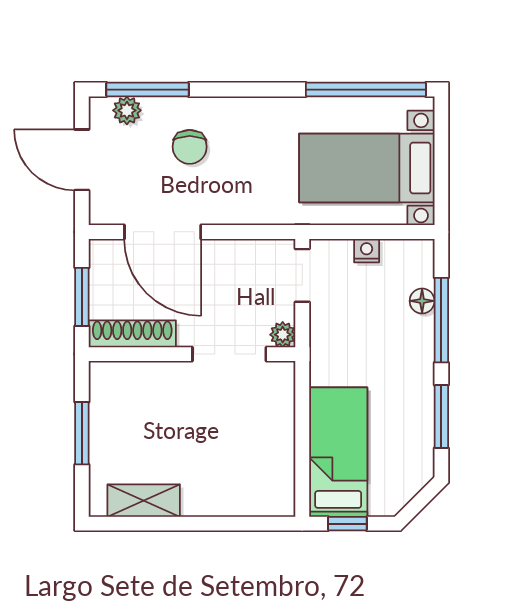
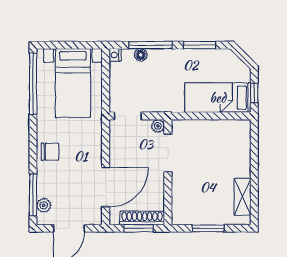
chair: (190, 147) -> (50, 152), moved
nightstand: (367, 251) -> (115, 55), moved
shoe rack: (132, 334) -> (142, 218), moved, turned 90

